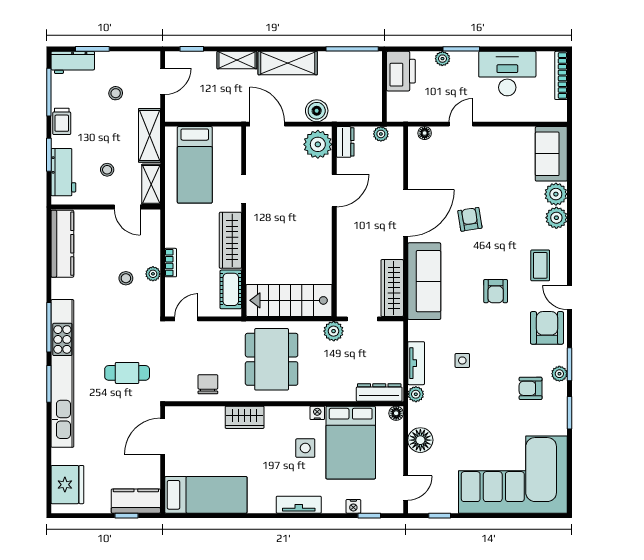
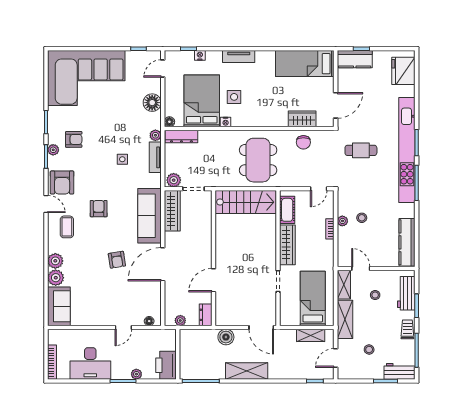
shelving: (237, 60) -> (311, 335), moved
plant: (318, 144) -> (225, 313), removed
plant: (334, 331) -> (174, 180), moved
wardrobe: (245, 417) -> (302, 119), moved

